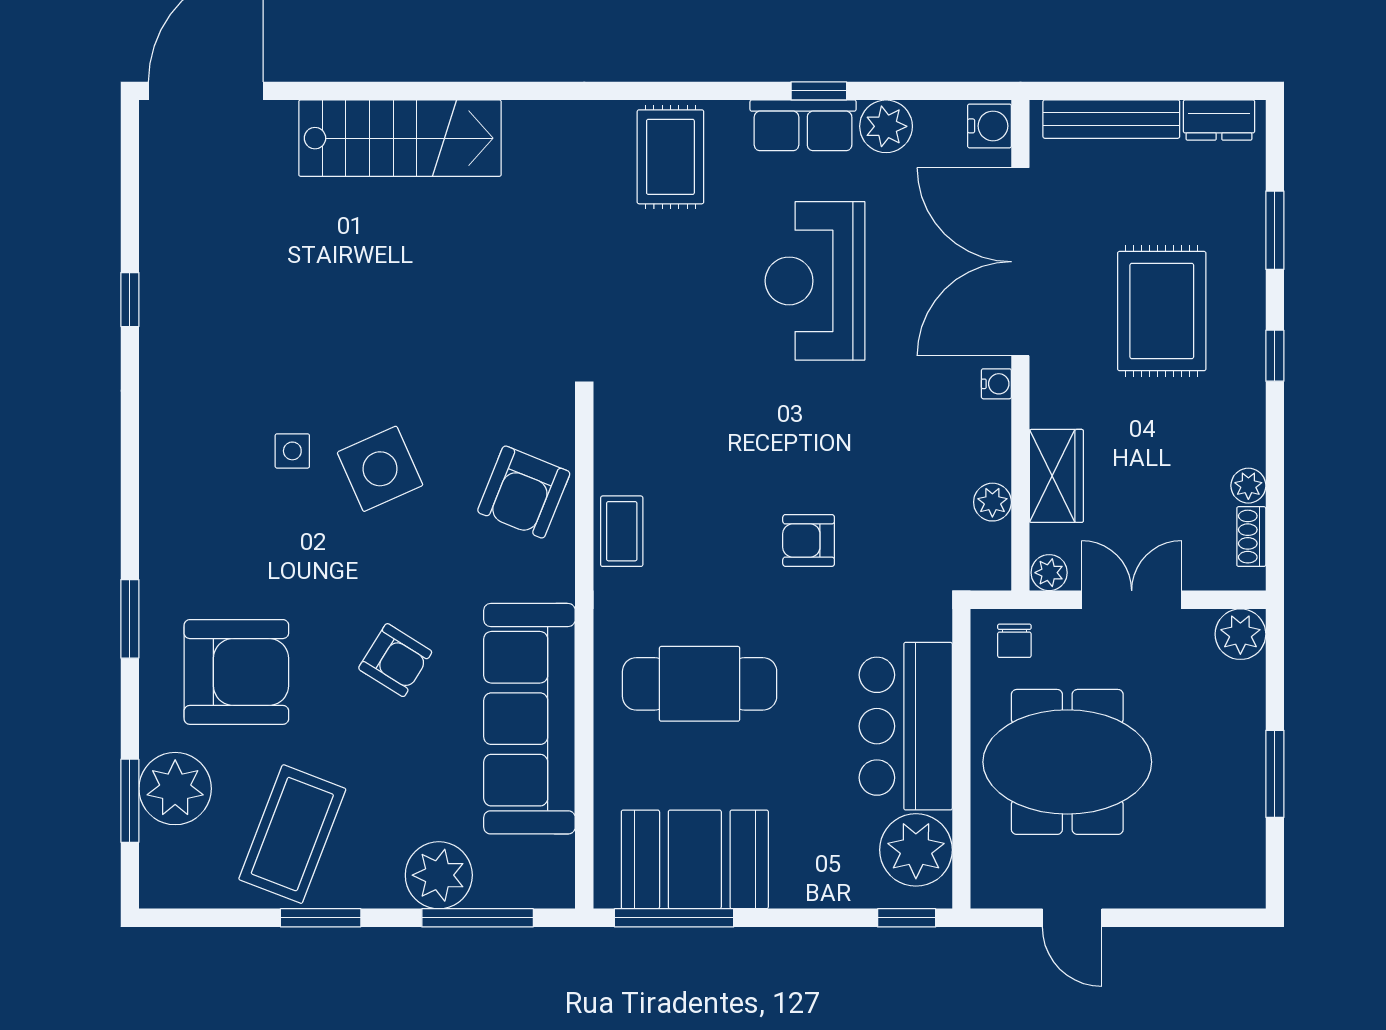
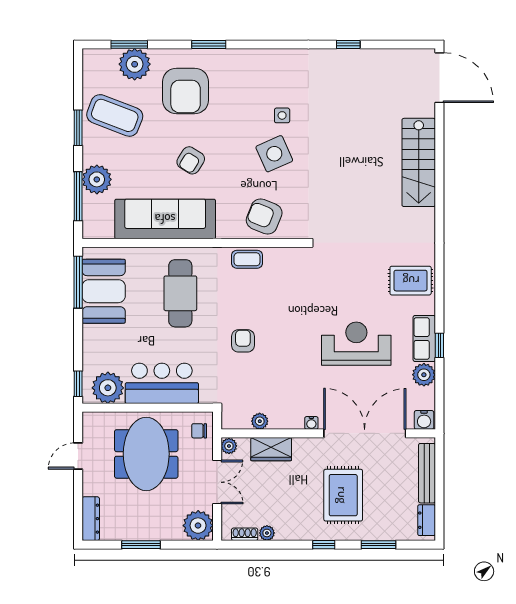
rug: (1162, 311) -> (343, 495), turned 90
plant: (1240, 634) -> (198, 526), width x1.36, depth x1.36
dresser: (1215, 889) -> (91, 519), added

